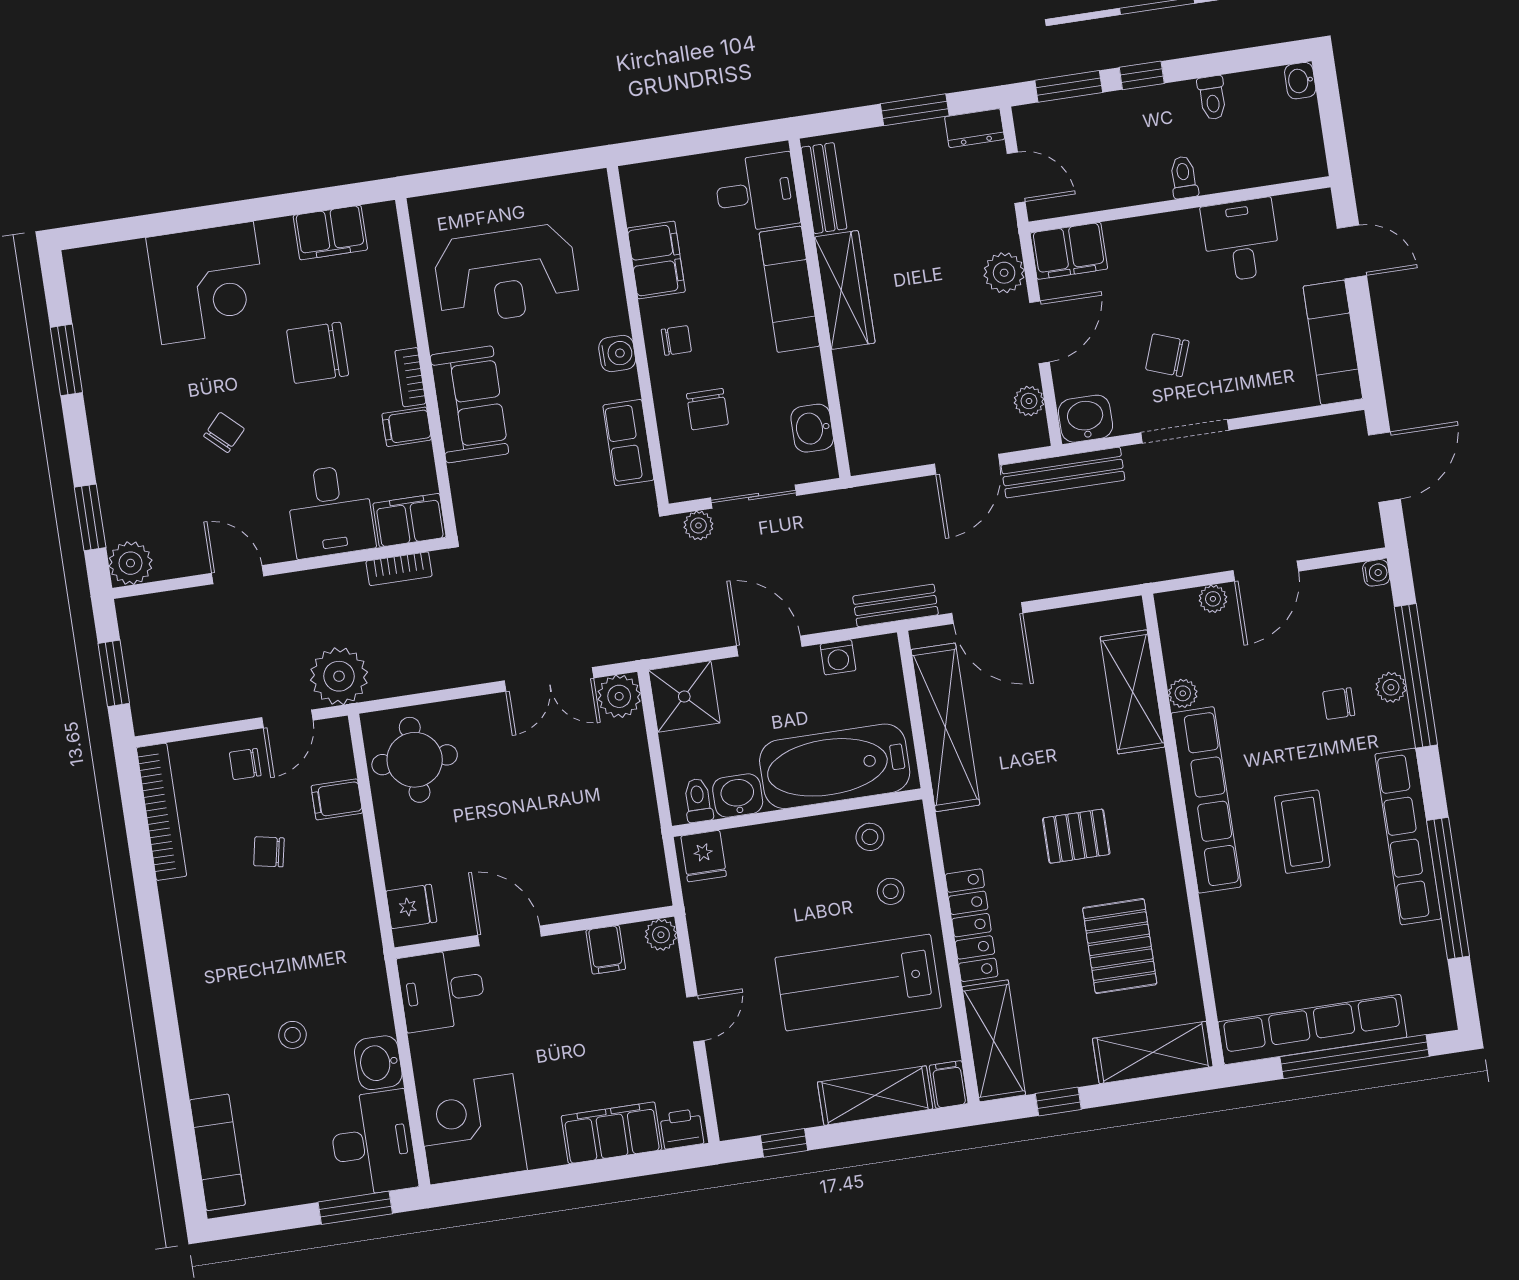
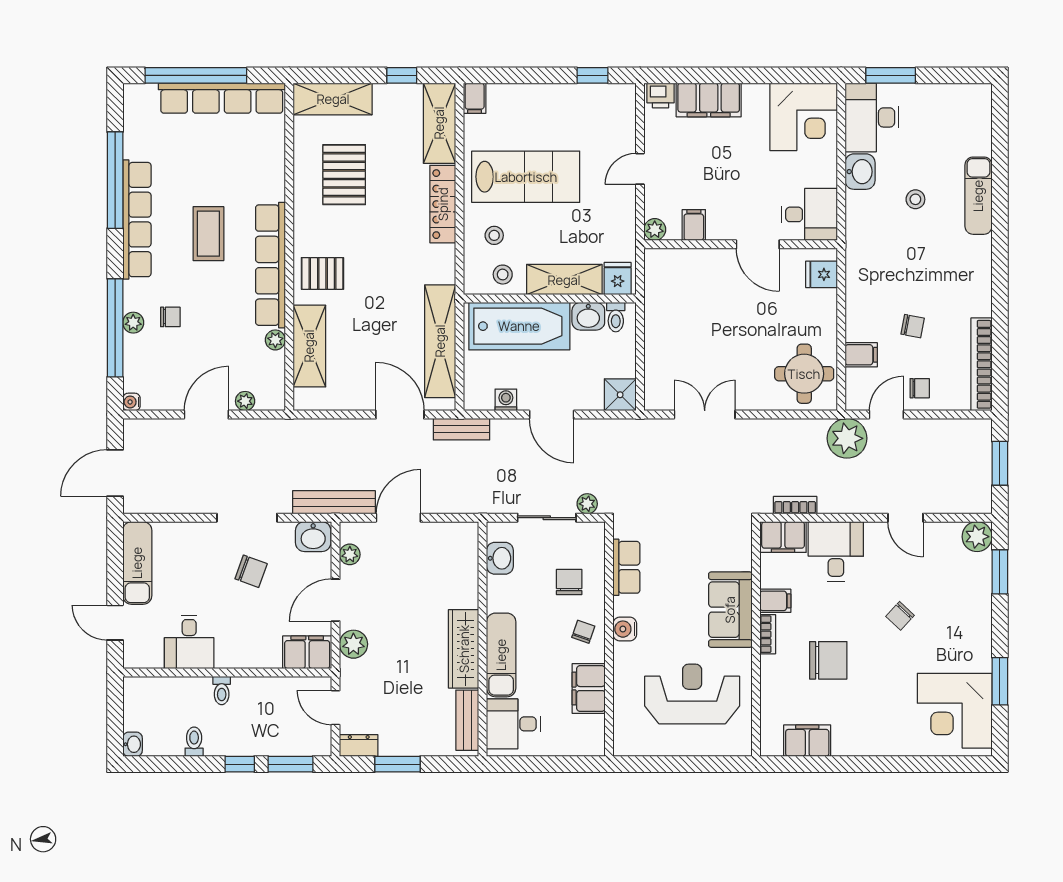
corner desk: (208, 283) -> (955, 711), moved, turned -90
chair: (676, 340) -> (583, 632), turned 109
plant: (619, 696) -> (659, 396), removed
shower: (684, 697) -> (620, 395), width x0.73, depth x0.73
pallet: (1076, 836) -> (322, 273), moved
shelving: (875, 1096) -> (564, 280), moved
exam couch: (217, 1152) -> (978, 196), moved

